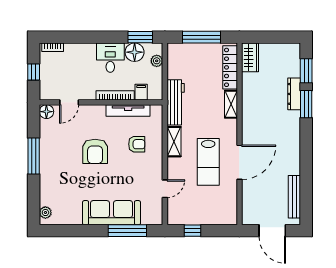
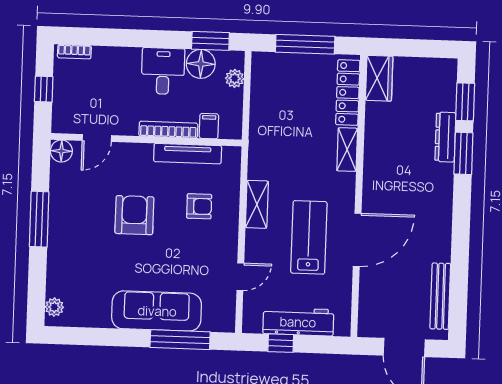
workbench: (176, 102) -> (298, 322), moved, turned -90
armchair: (95, 151) -> (134, 215), turned 180
lab bench: (208, 162) -> (309, 237), turned 180

